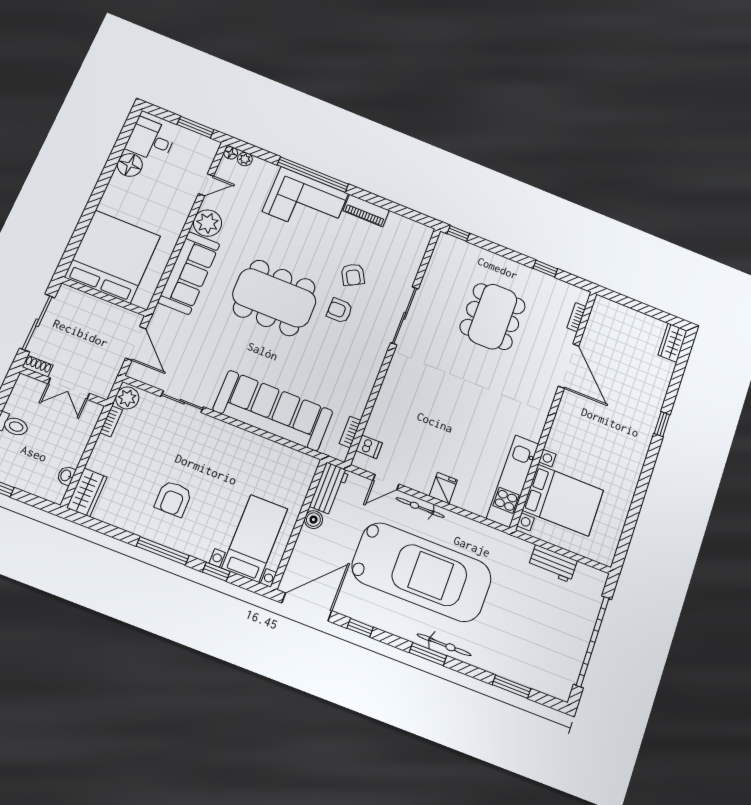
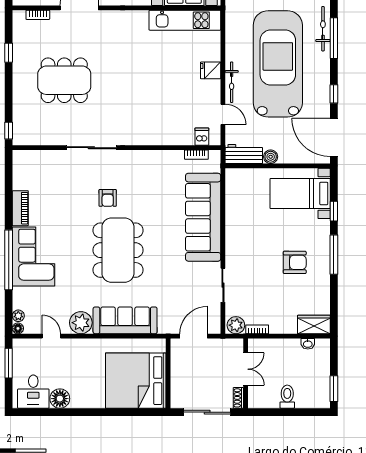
armchair: (353, 275) -> (76, 199), removed
window: (428, 654) -> (334, 38), width x1.44

